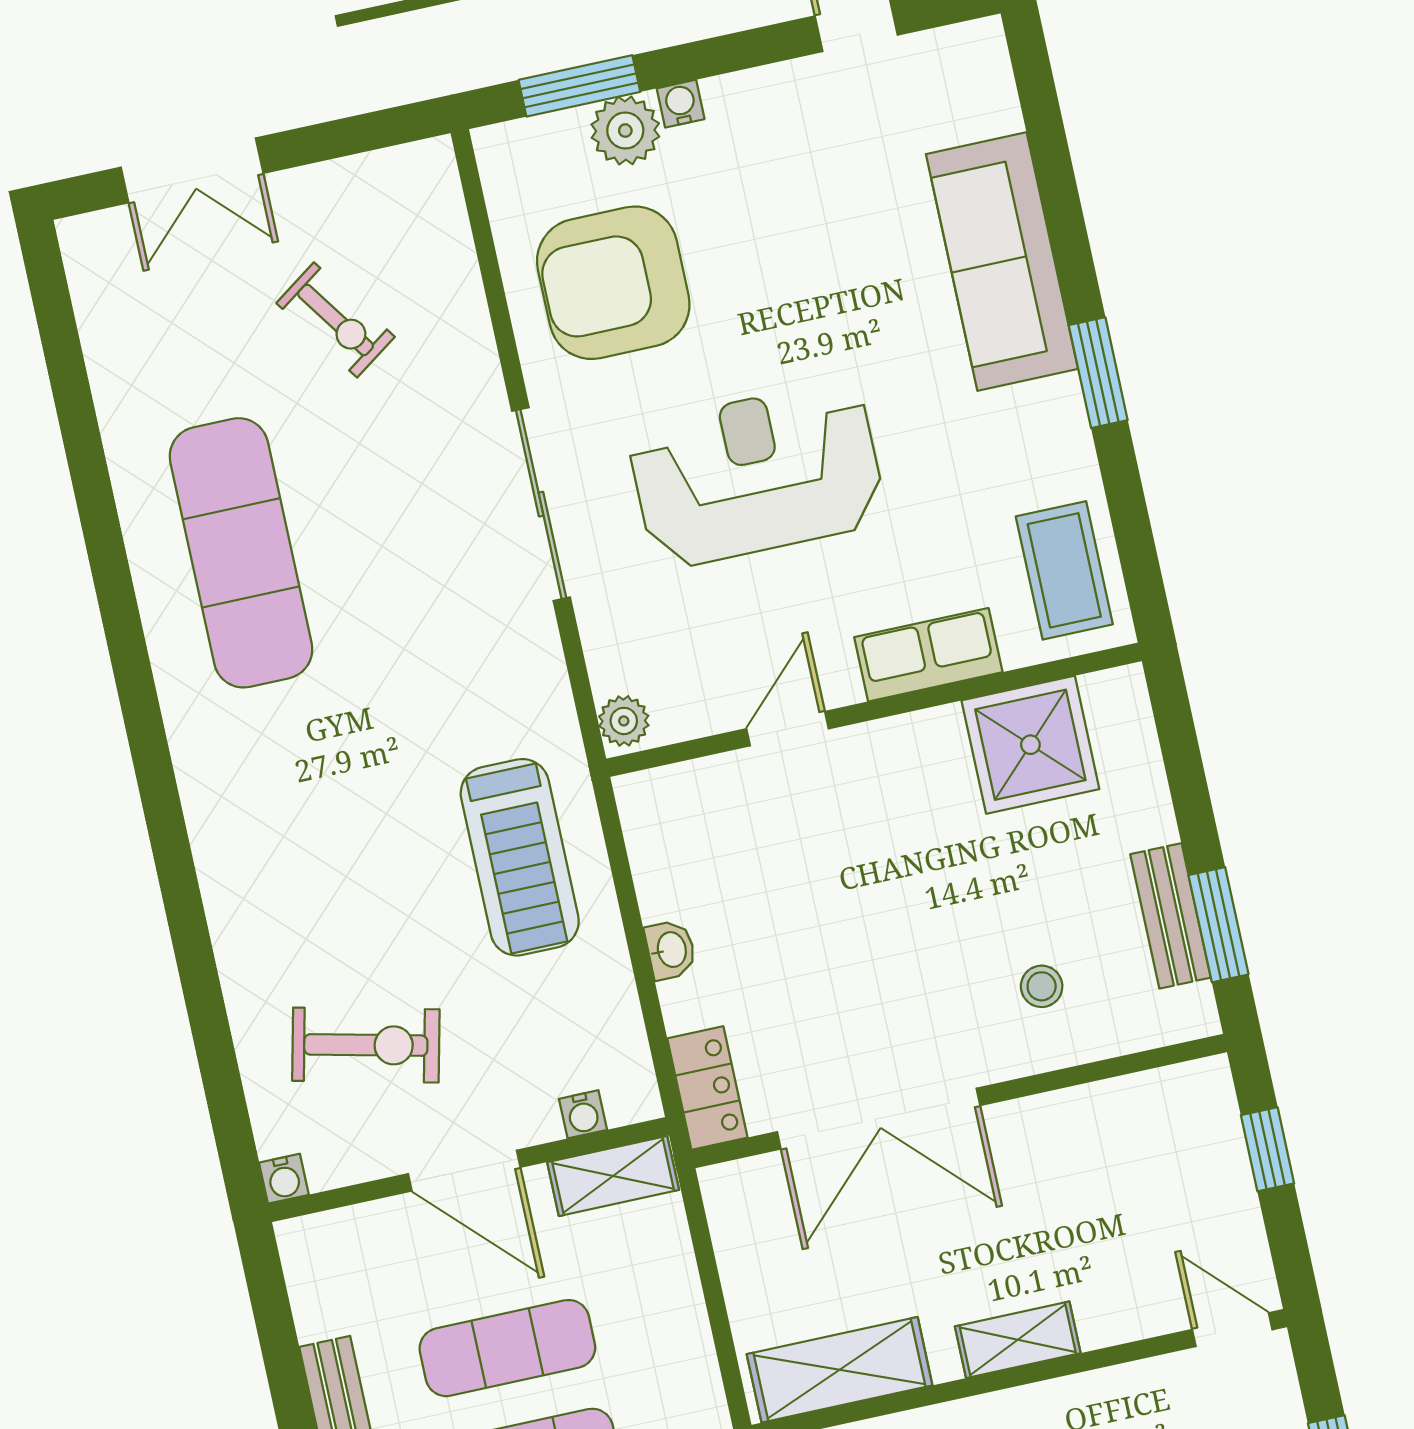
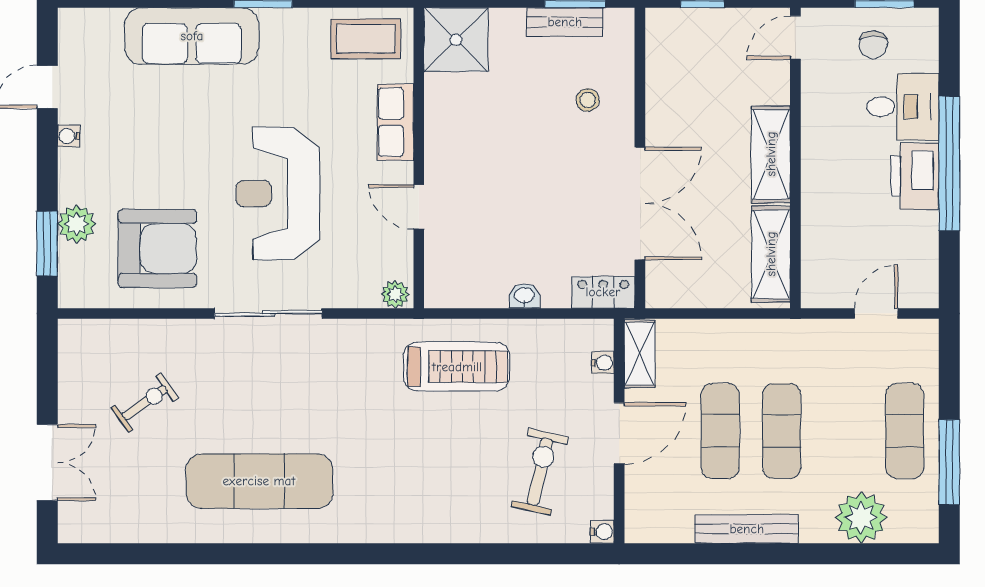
water cooler: (681, 104) -> (69, 136), moved
armchair: (613, 283) -> (157, 248), turned -90
shower: (1030, 745) -> (456, 40), moved
shelving: (1018, 1340) -> (771, 154), width x1.50, depth x1.33

